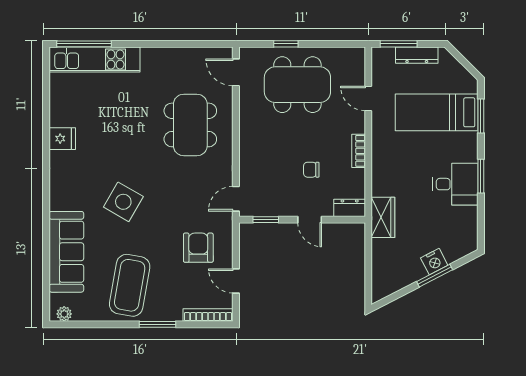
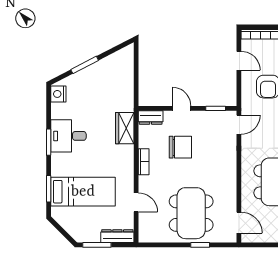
window: (399, 44) -> (97, 245), moved
dresser: (417, 55) -> (117, 236), moved
dining table: (297, 85) -> (191, 213), turned 90
chair: (311, 170) -> (180, 147), width x1.87, depth x1.87
wardrobe: (383, 217) -> (125, 128), moved
nightstand: (434, 262) -> (58, 94), moved, turned -63

